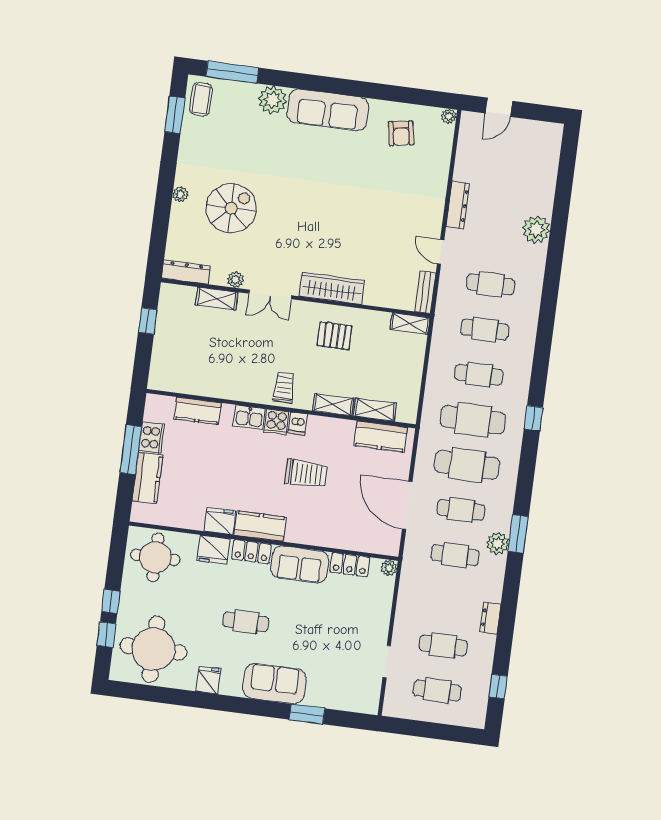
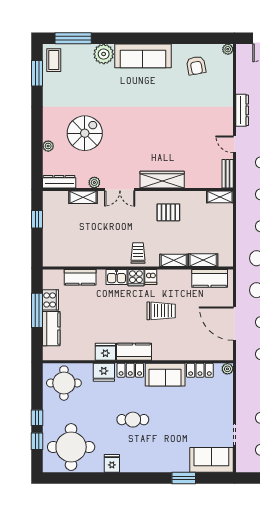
plant: (180, 194) -> (48, 146), moved
sofa: (274, 684) -> (211, 460), moved

